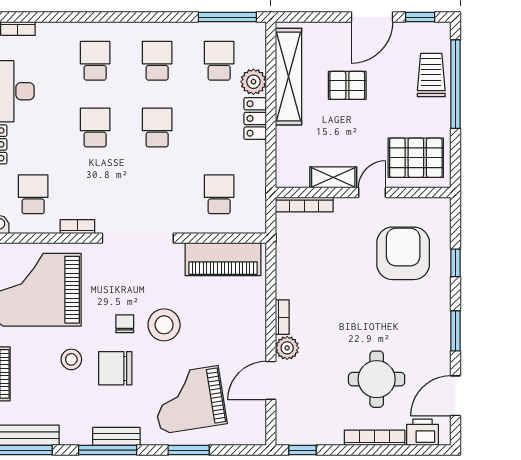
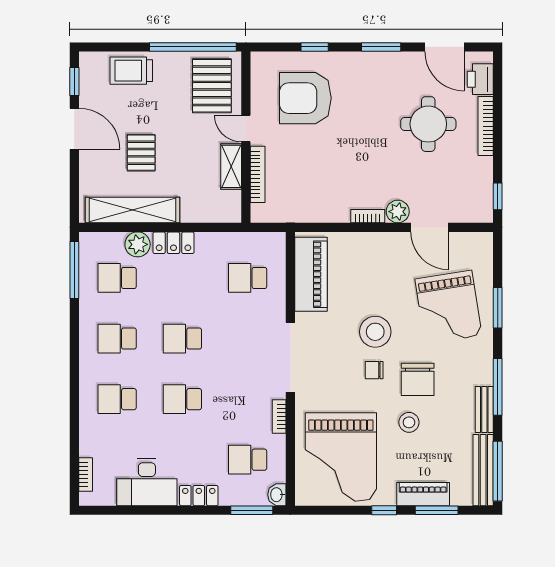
window: (455, 84) -> (193, 47), moved
bookcase: (304, 204) -> (258, 174), moved
bench: (116, 436) -> (484, 409), moved

